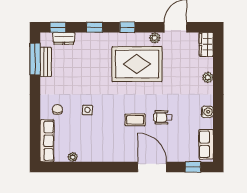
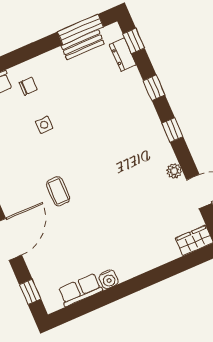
rug: (137, 64) -> (131, 163), removed
plant: (208, 77) -> (153, 261), removed
wheelchair: (163, 117) -> (77, 226), removed
row of seats: (206, 144) -> (80, 290), moved

